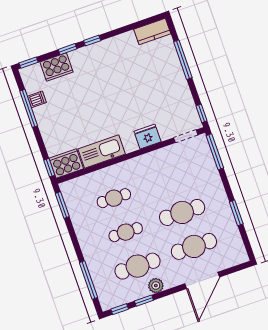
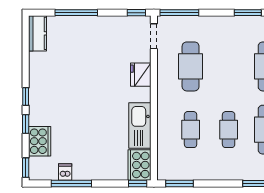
cafe table: (182, 212) -> (191, 66), moved

